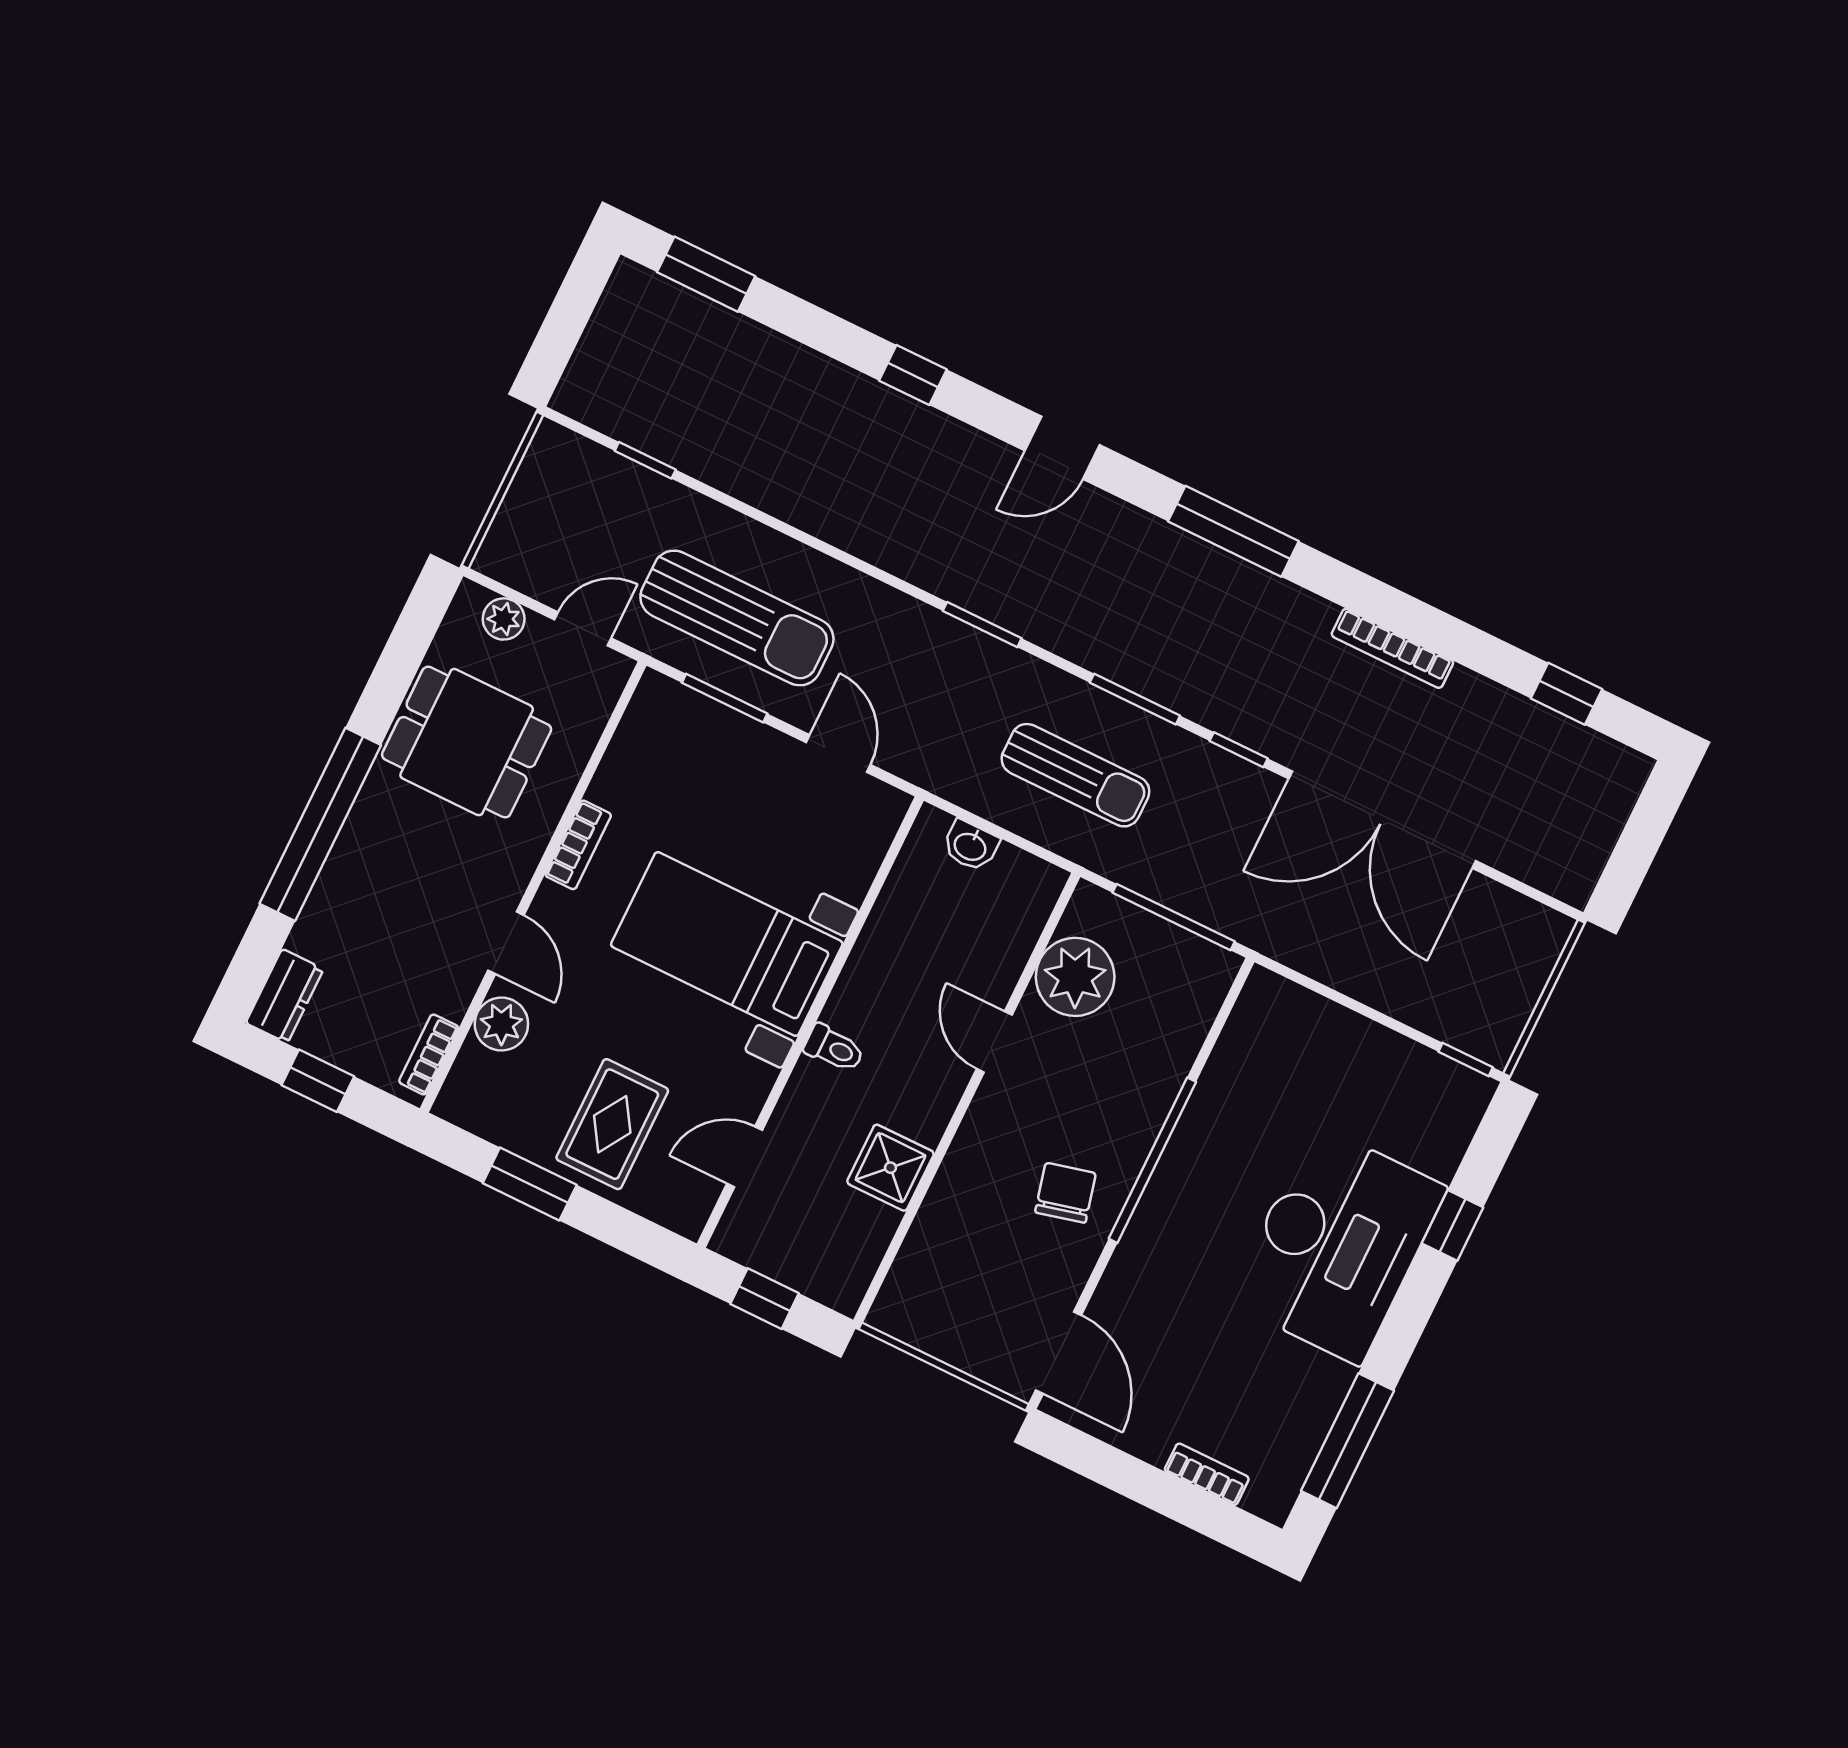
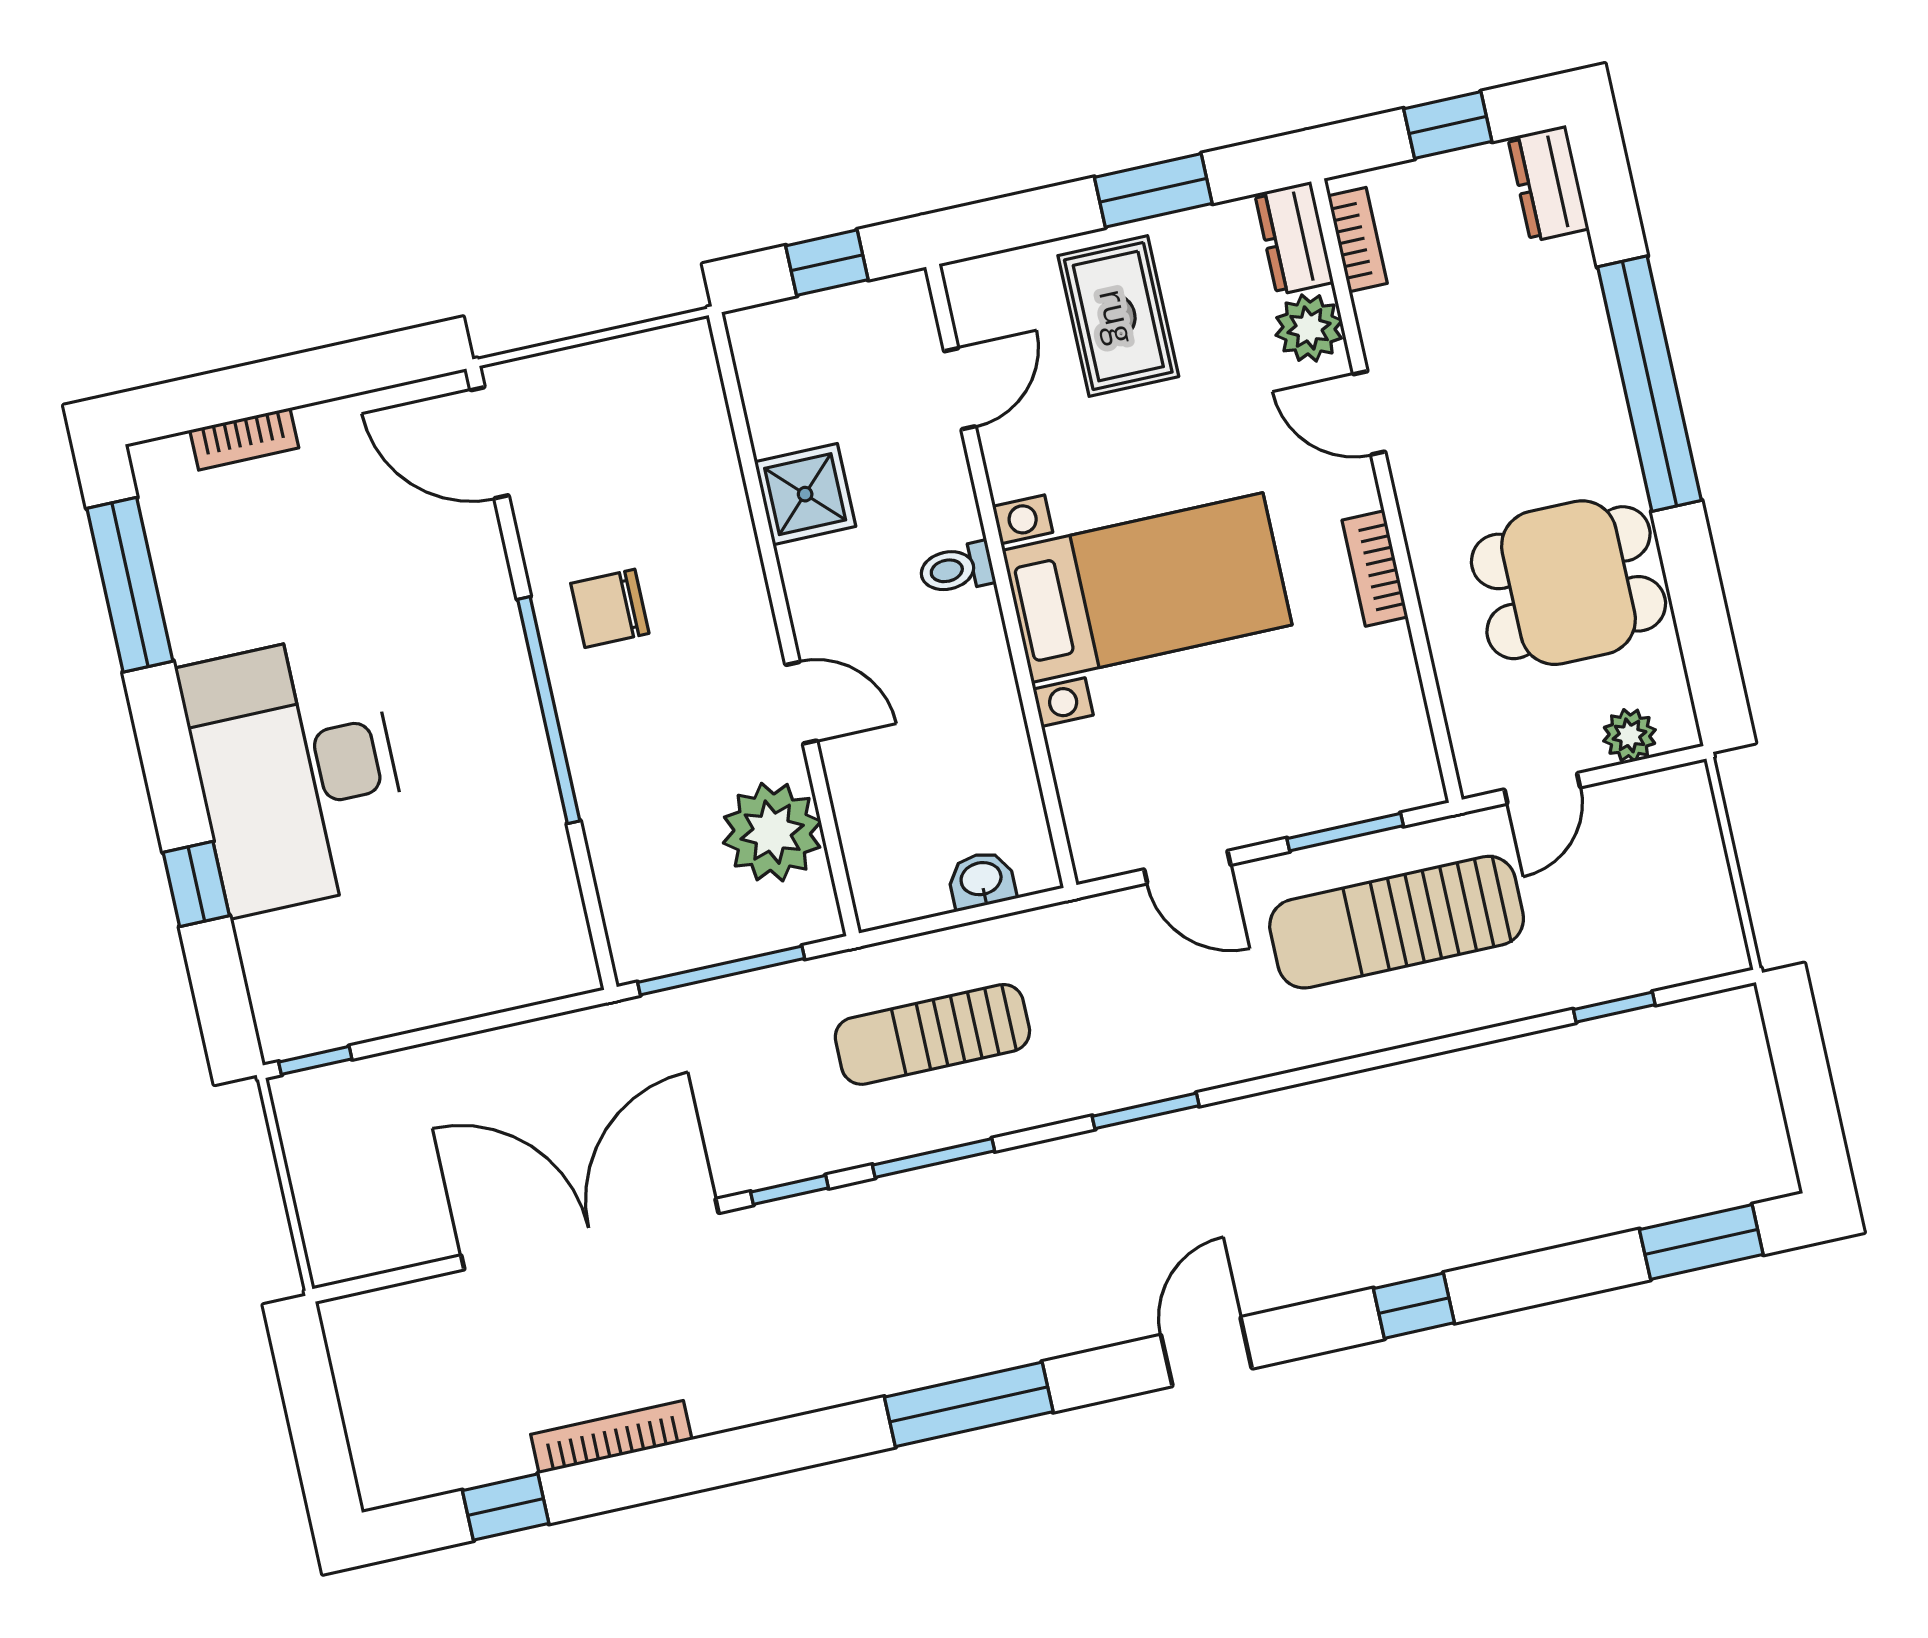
bookcase: (1392, 648) -> (611, 1437), moved
dresser: (467, 1086) -> (1294, 238), added
chair: (1065, 1193) -> (610, 608), turned 104

